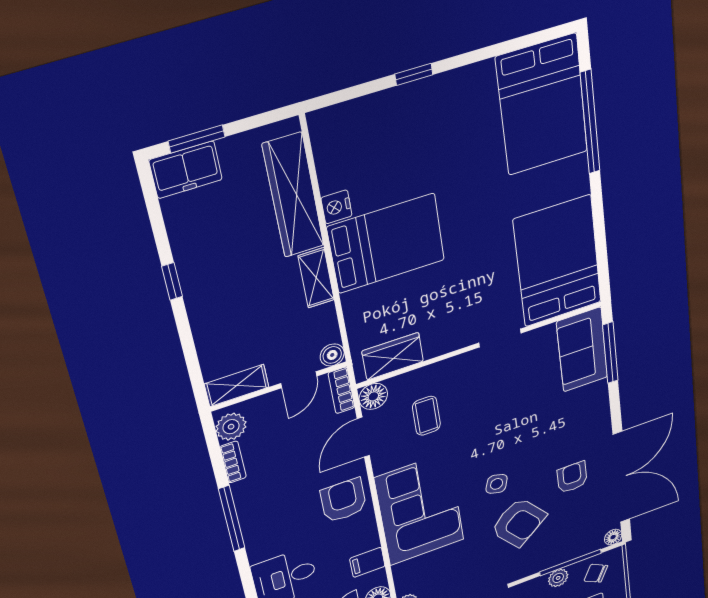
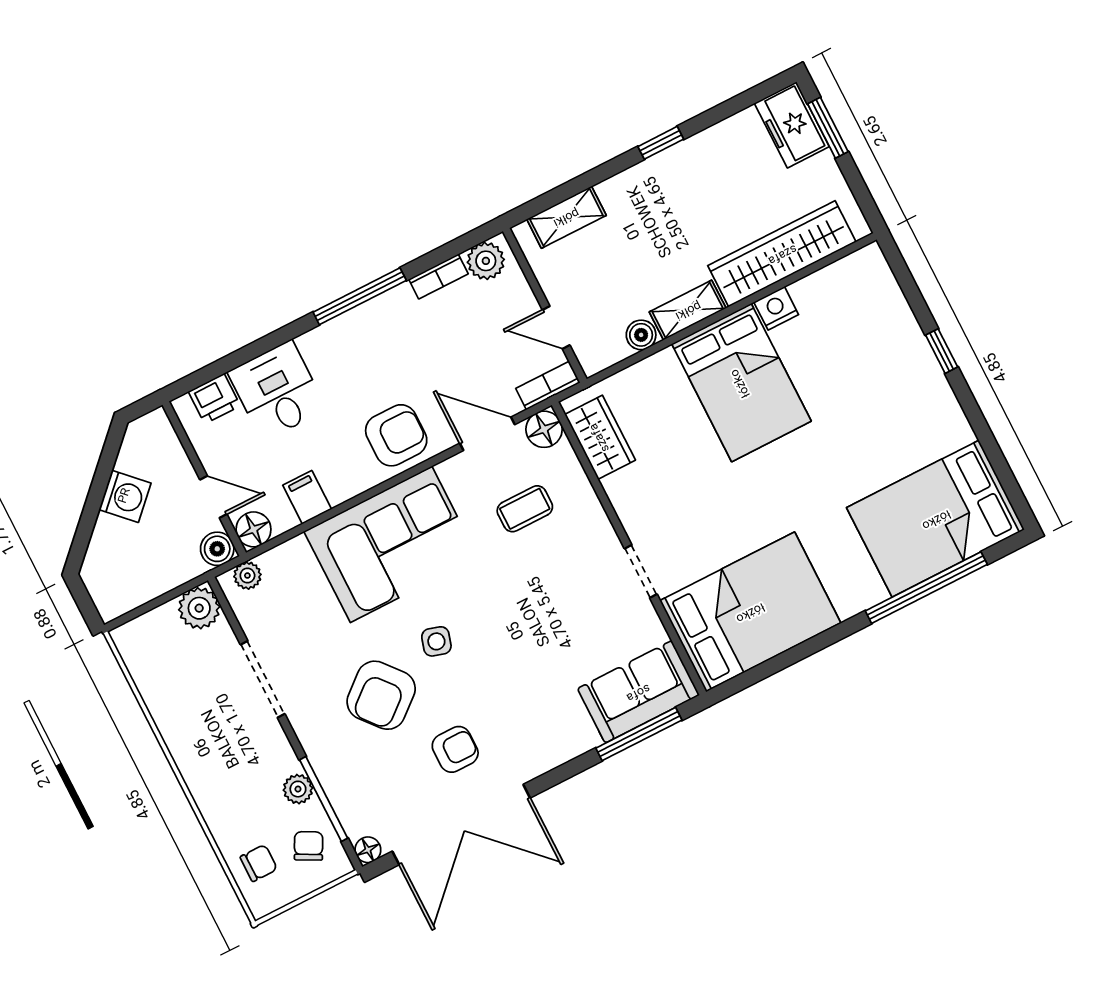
boiler: (332, 355) -> (641, 335), moved
shelving: (237, 385) -> (566, 217), moved, turned 90

